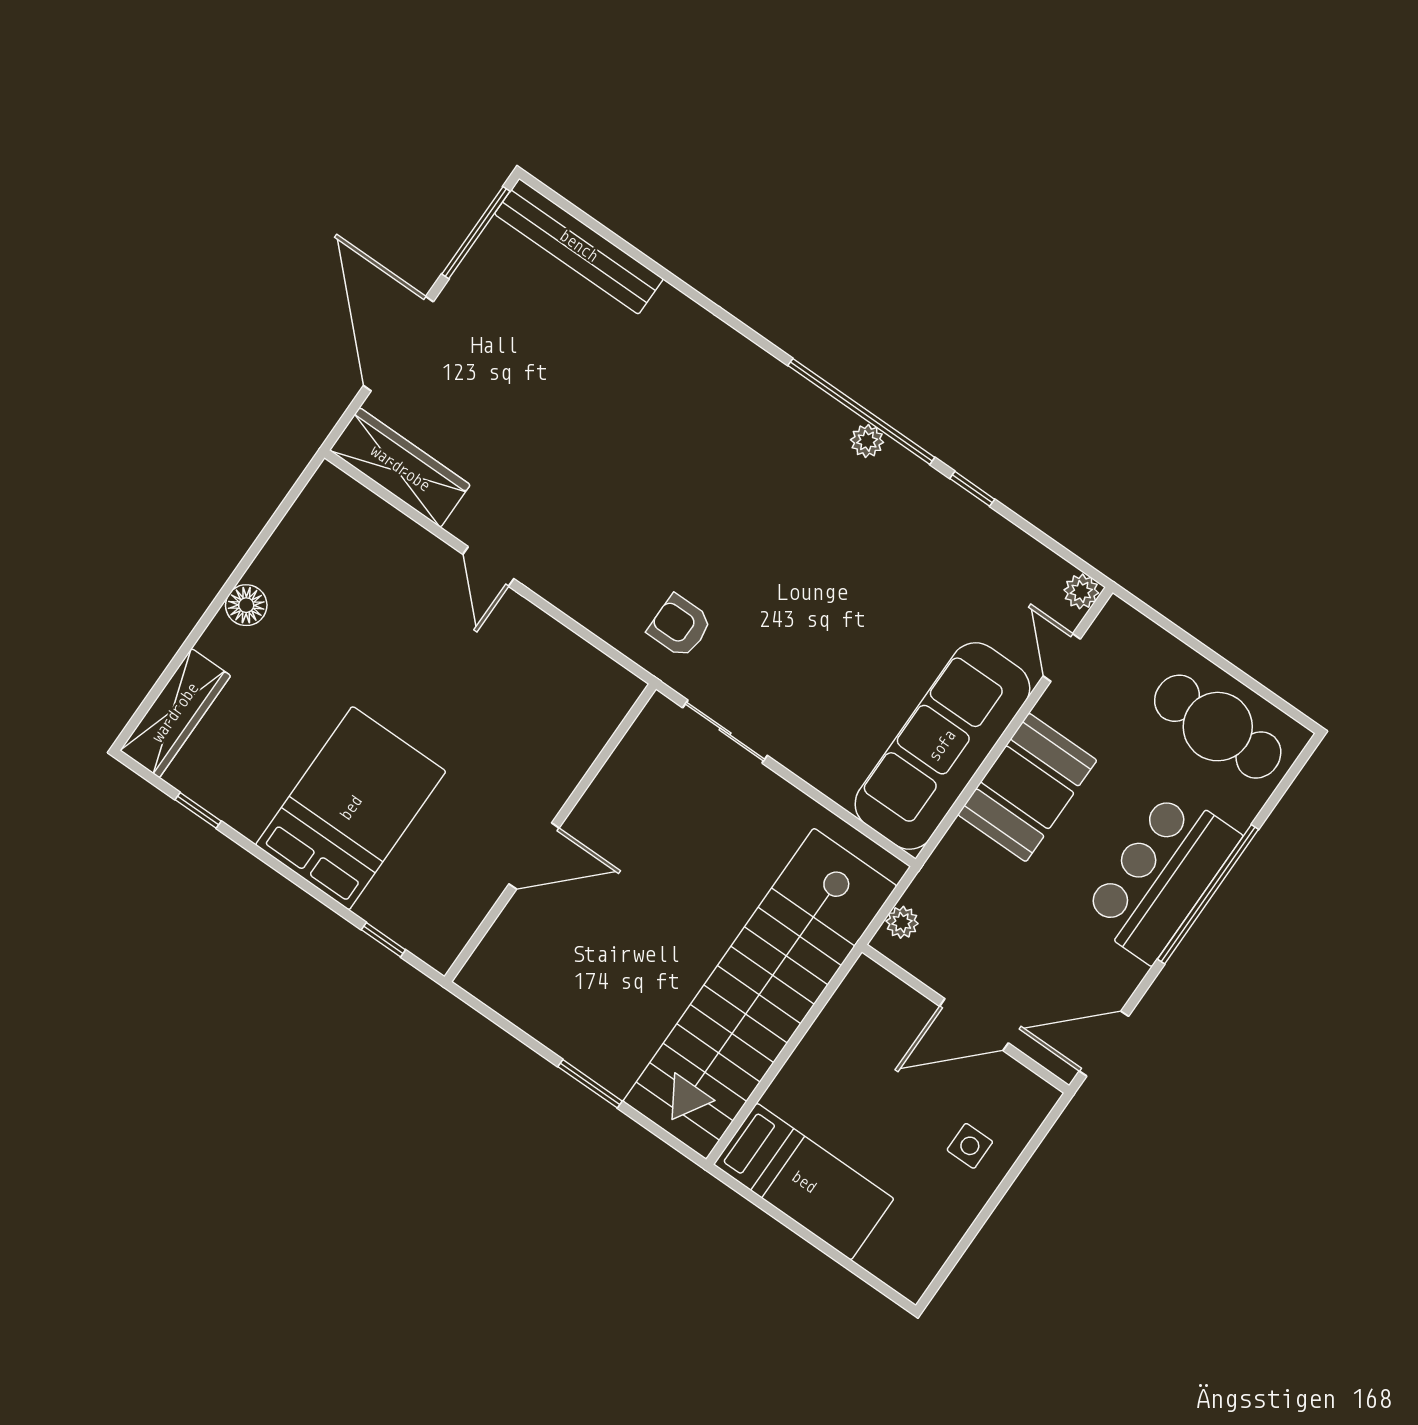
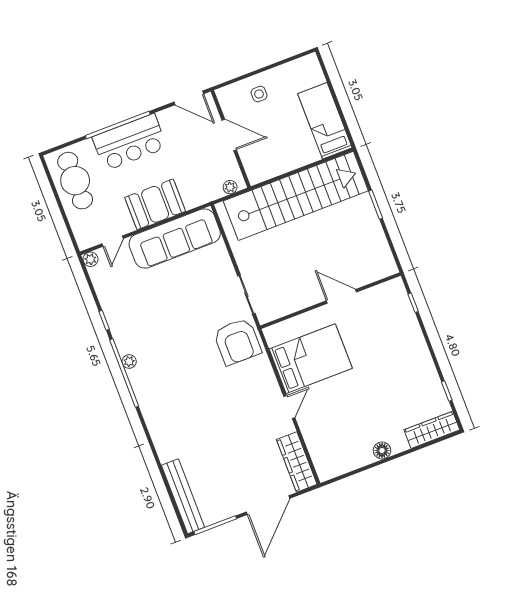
armchair: (680, 626) -> (237, 342), width x1.88, depth x1.88
bed: (351, 808) -> (311, 359), moved, turned 180

